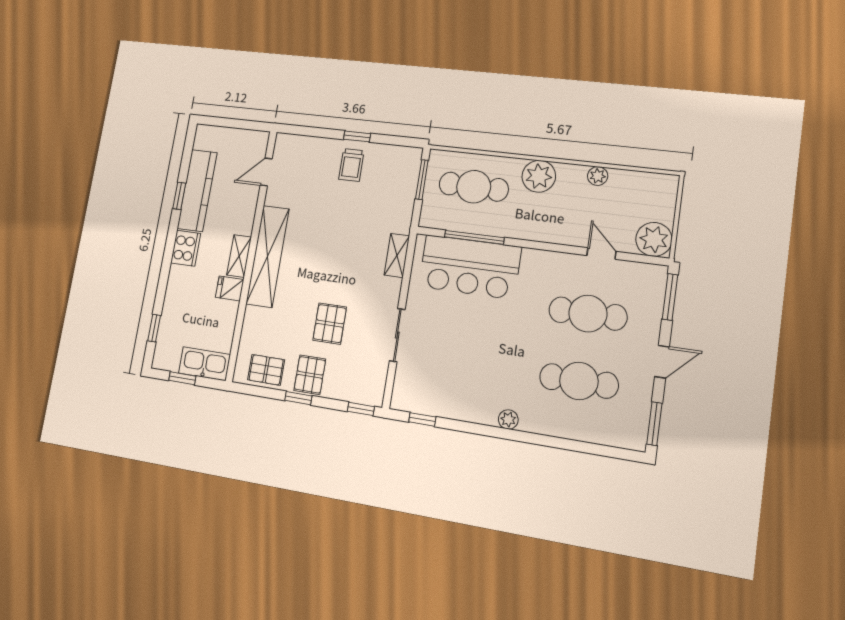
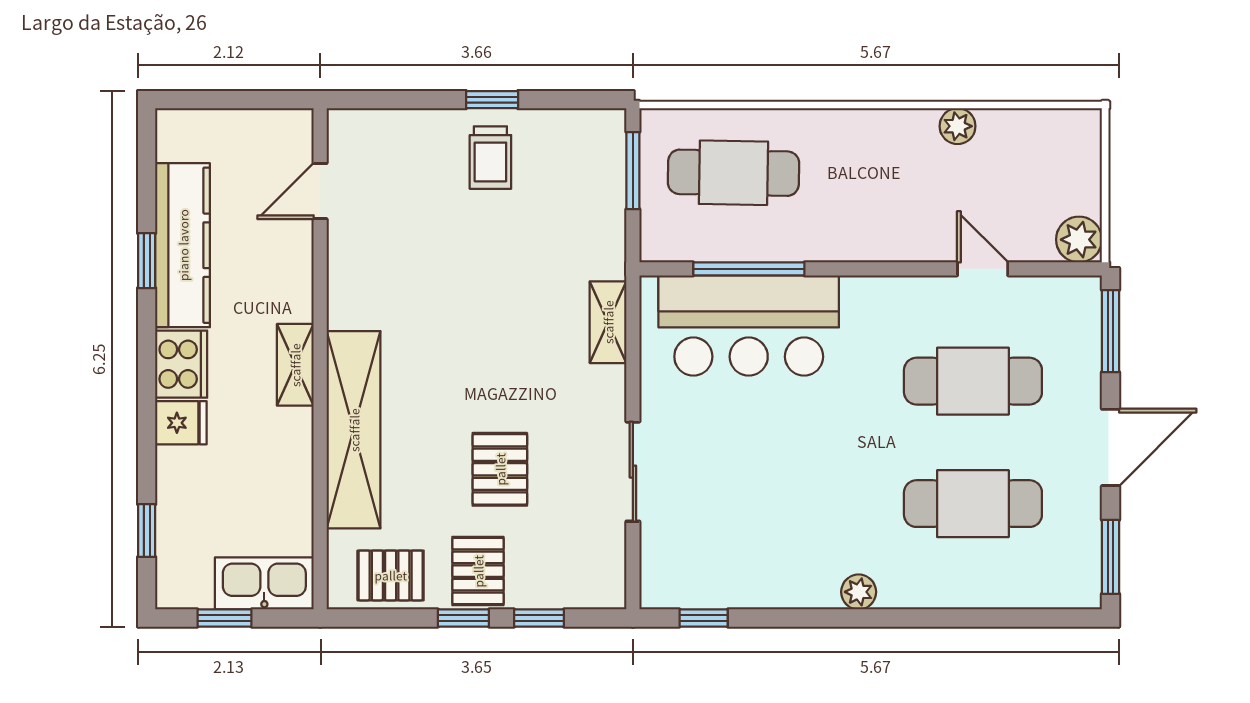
plant: (539, 176) -> (851, 139), removed
plant: (654, 239) -> (1079, 240), width x0.73, depth x0.73
shelving: (268, 256) -> (354, 430), moved
fridge: (230, 288) -> (181, 423), moved, turned 180
door: (662, 362) -> (1110, 447), width x1.38
window: (361, 409) -> (539, 618), moved

